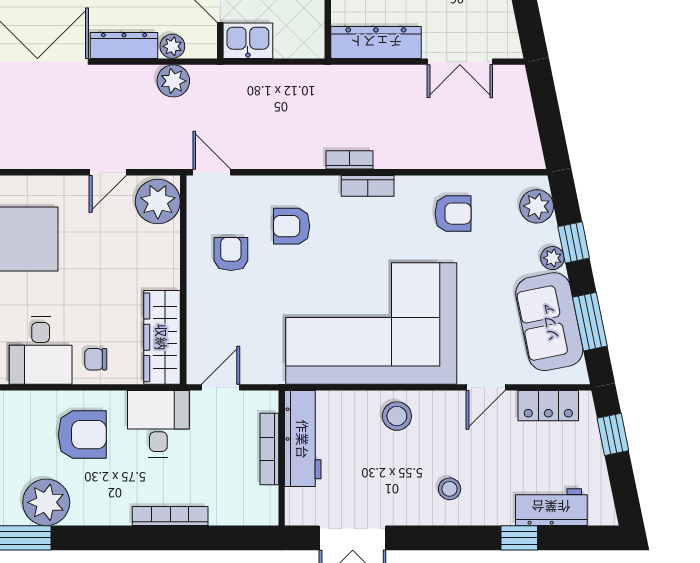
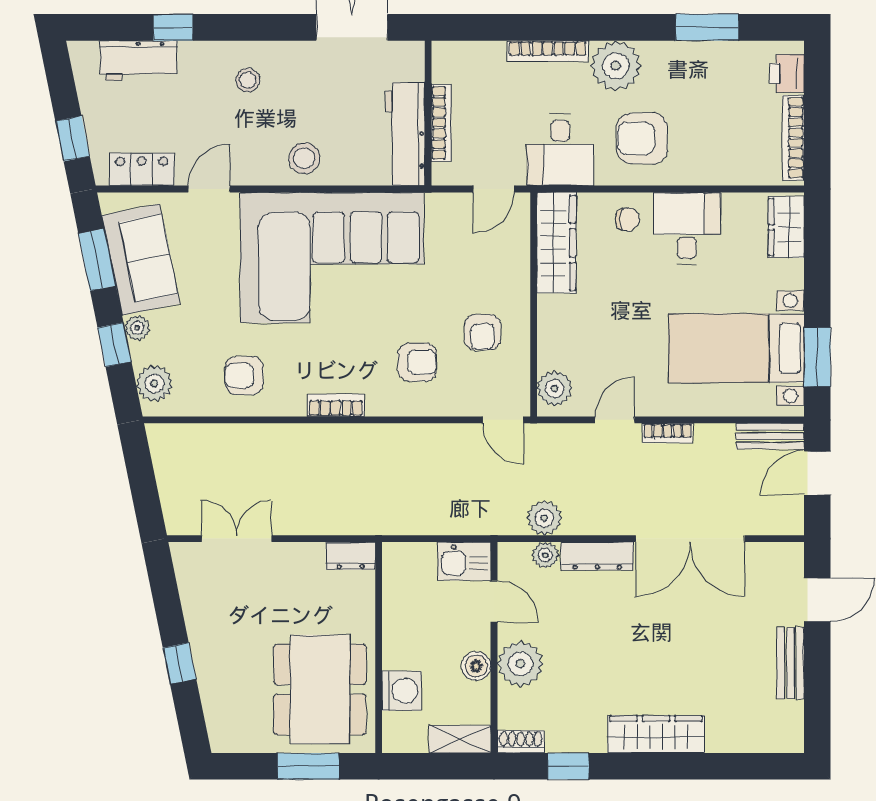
dresser: (376, 42) -> (351, 556), width x0.51, depth x0.80
bookcase: (350, 160) -> (667, 433), moved
plant: (158, 202) -> (555, 389), width x0.73, depth x0.73
plant: (46, 502) -> (616, 66), moved

